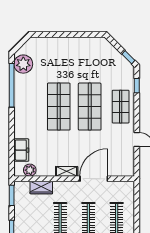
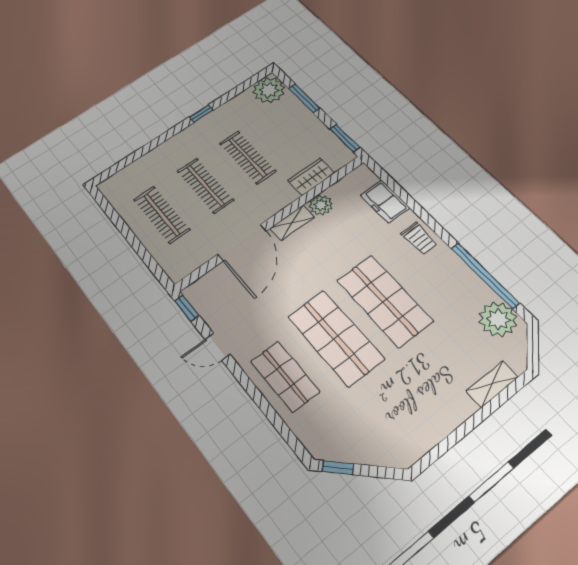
shelving: (48, 42) -> (492, 384), added
window: (137, 86) -> (187, 308), moved
trolley: (22, 122) -> (419, 238), added
plant: (30, 170) -> (321, 205), moved

